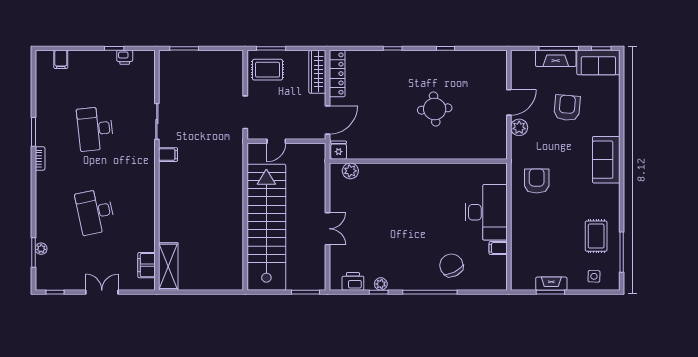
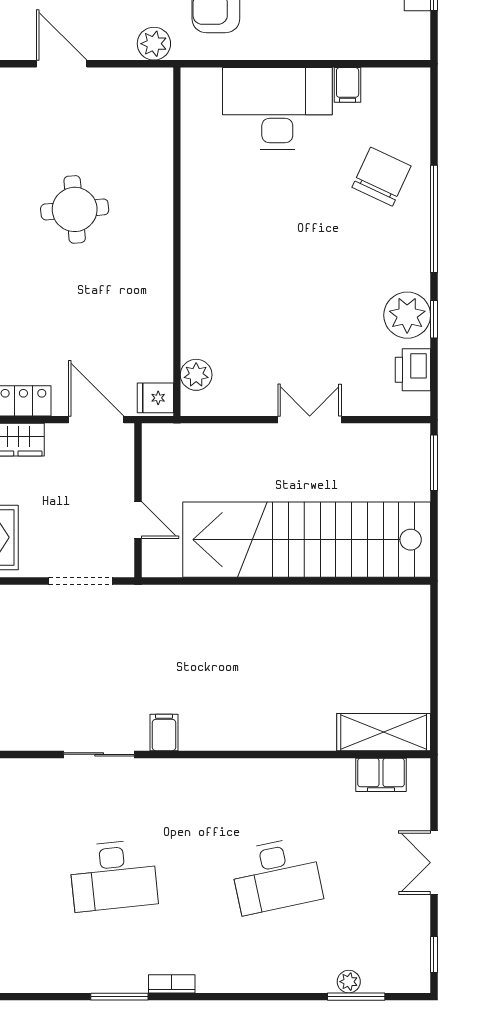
plant: (519, 127) -> (154, 44), moved
chair: (451, 265) -> (382, 177), turned 142
plant: (381, 284) -> (407, 315), width x1.88, depth x1.88

